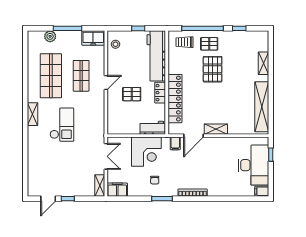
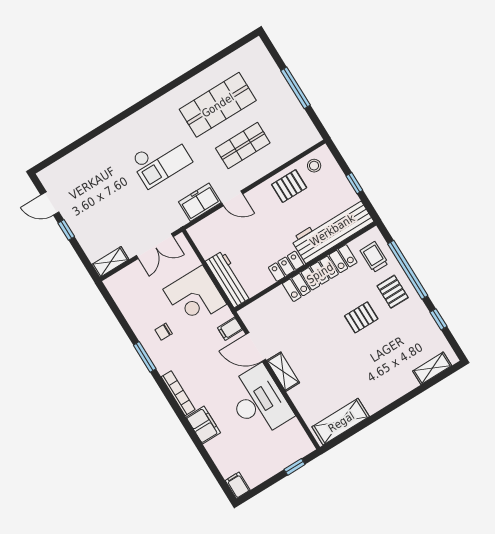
plant: (50, 36) -> (270, 71), removed
freezer: (93, 38) -> (200, 202), moved, turned 90
shelving: (263, 63) -> (432, 368), moved
pallet: (213, 69) -> (361, 317), width x0.67, depth x0.71
door: (106, 83) -> (232, 198), moved
pallet: (132, 94) -> (289, 186), moved, turned 90
locker: (175, 99) -> (320, 273), moved
shelving: (262, 107) -> (341, 422), width x0.68
shelving: (33, 114) -> (151, 112), removed
workbench: (153, 128) -> (229, 279), width x1.38
desk: (253, 165) -> (259, 401), moved, turned -90
filing cabinet: (117, 190) -> (203, 425), moved

